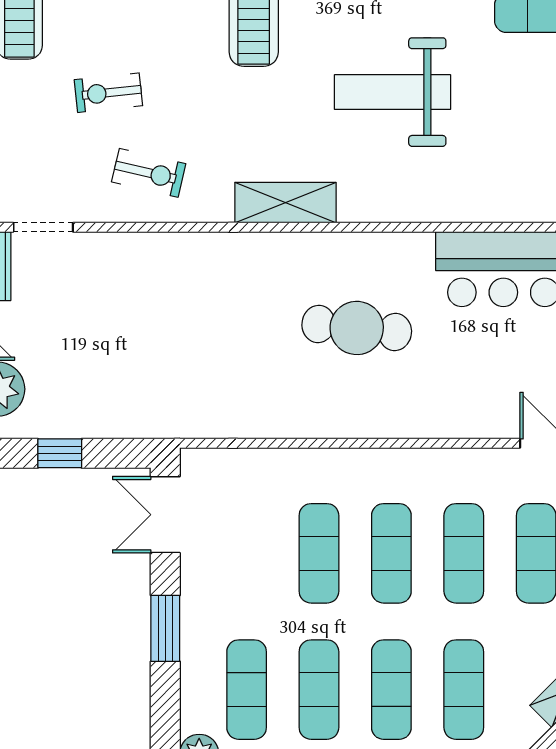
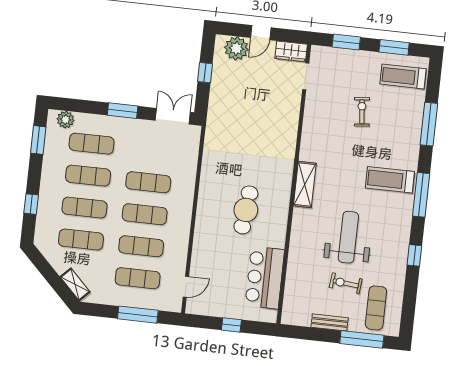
exercise bike: (149, 173) -> (346, 283), moved, turned 83

